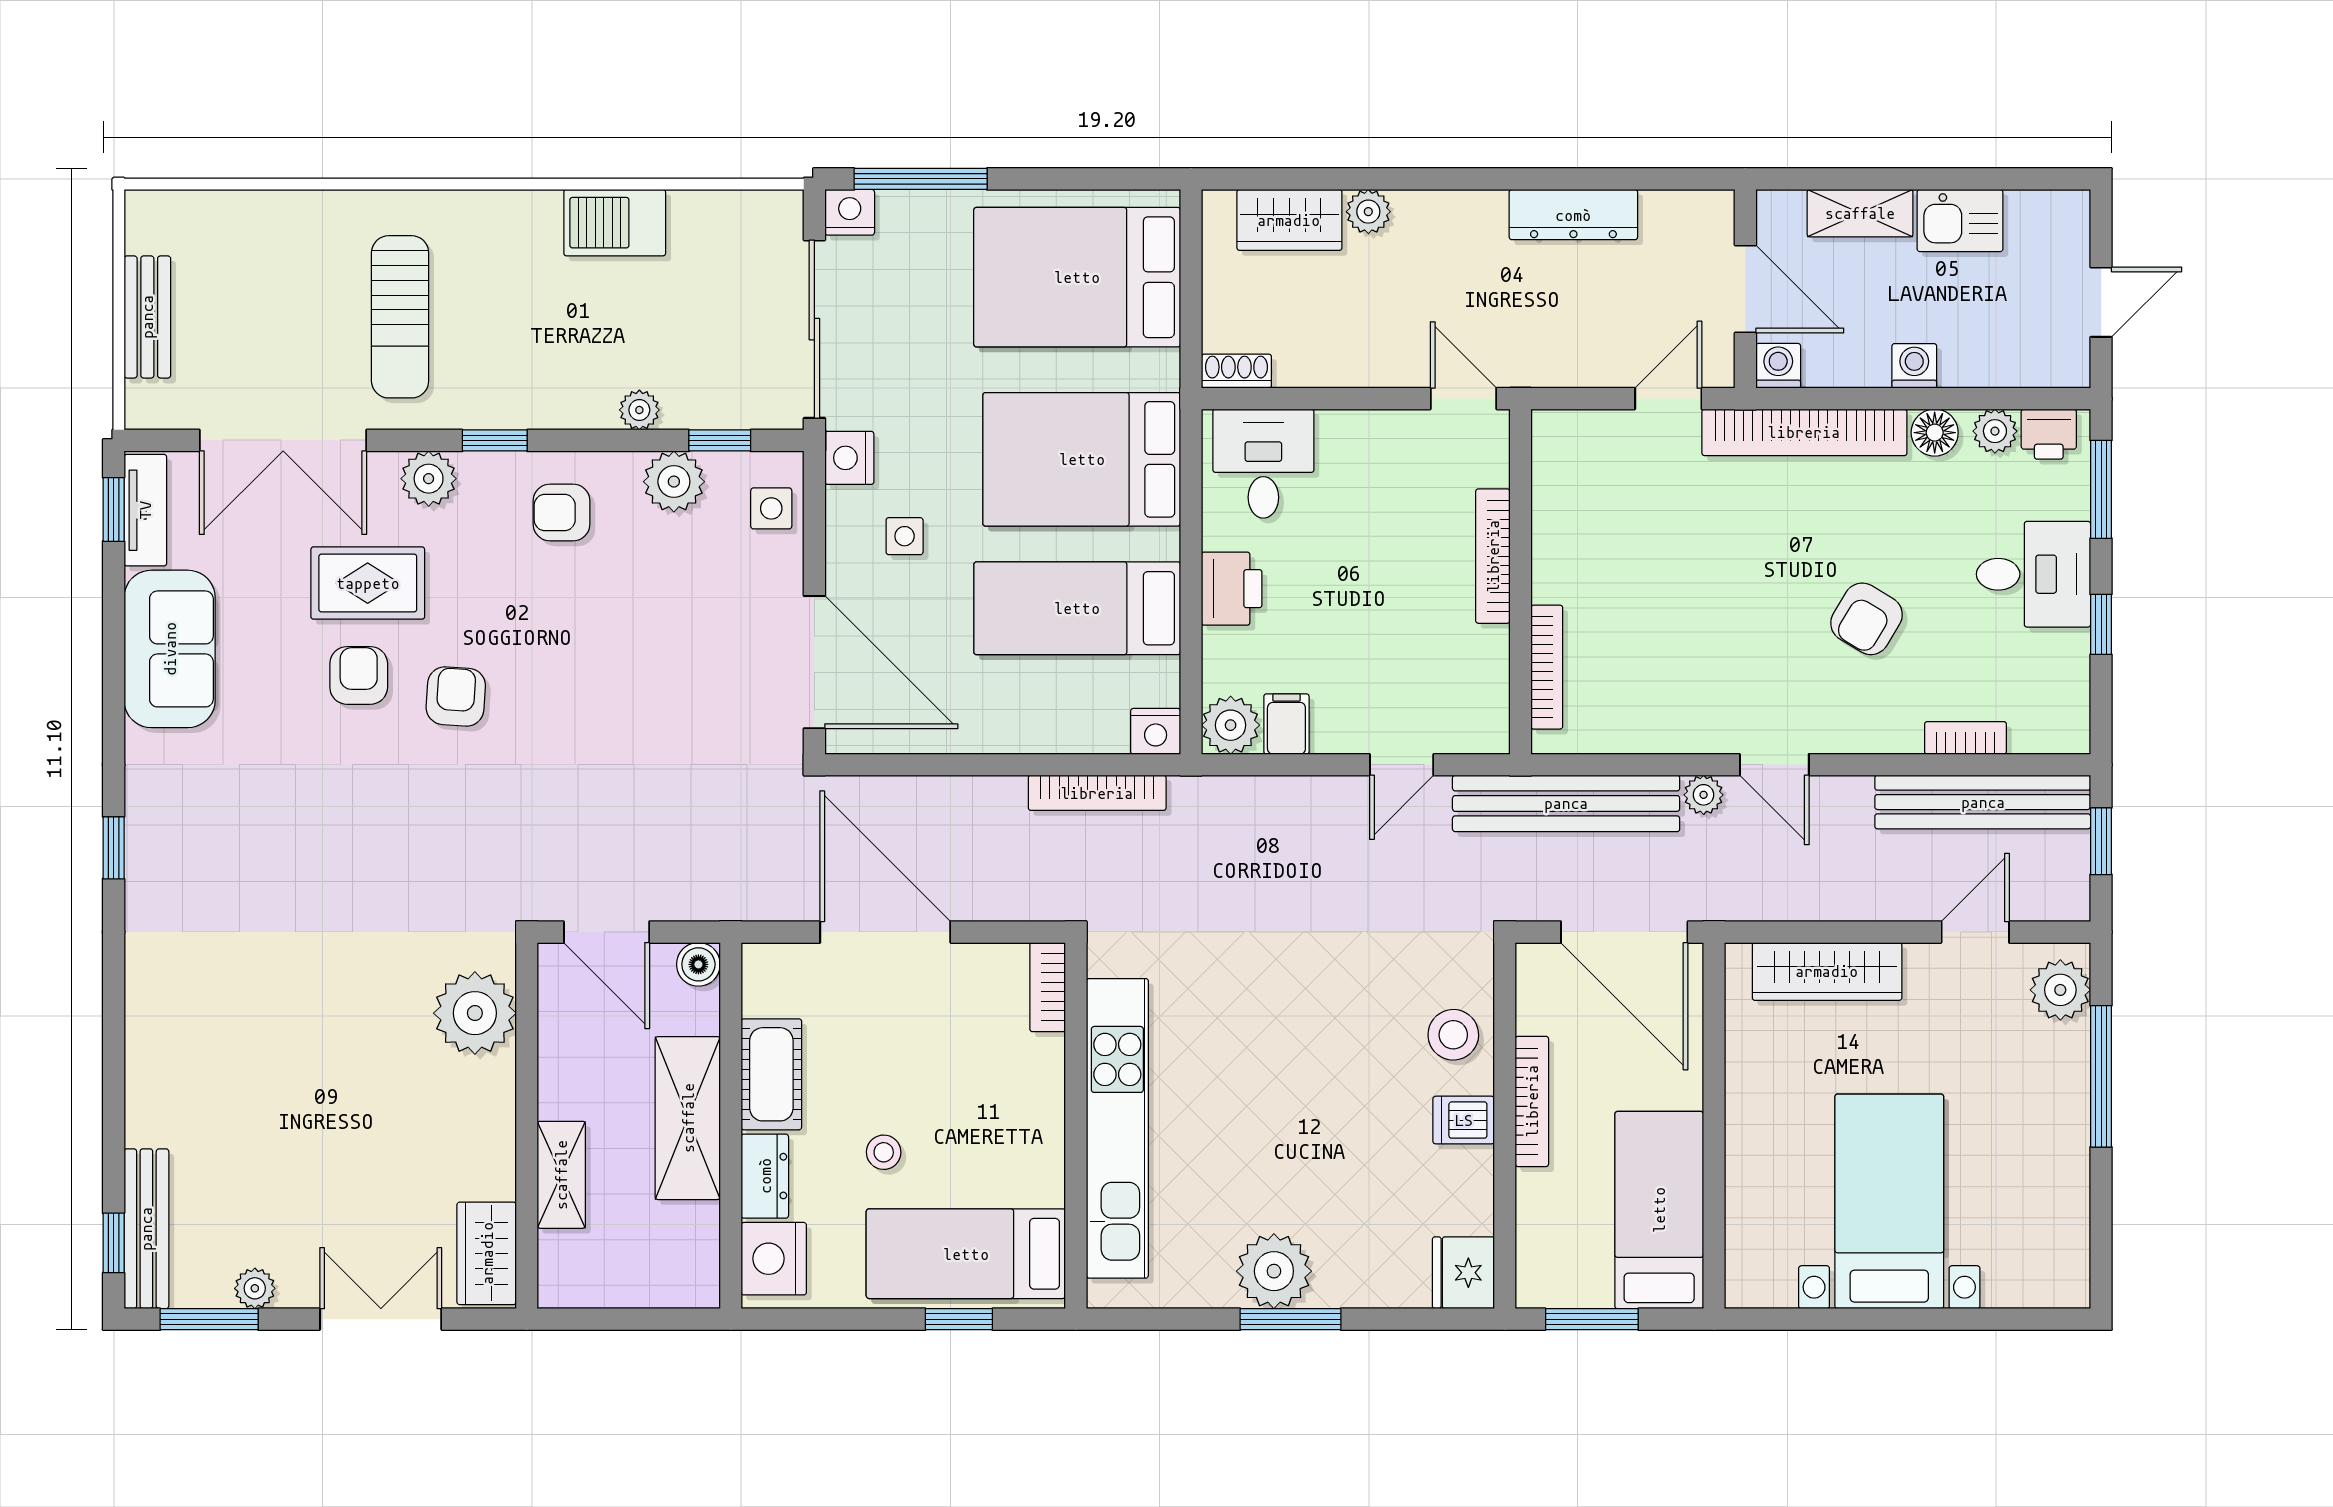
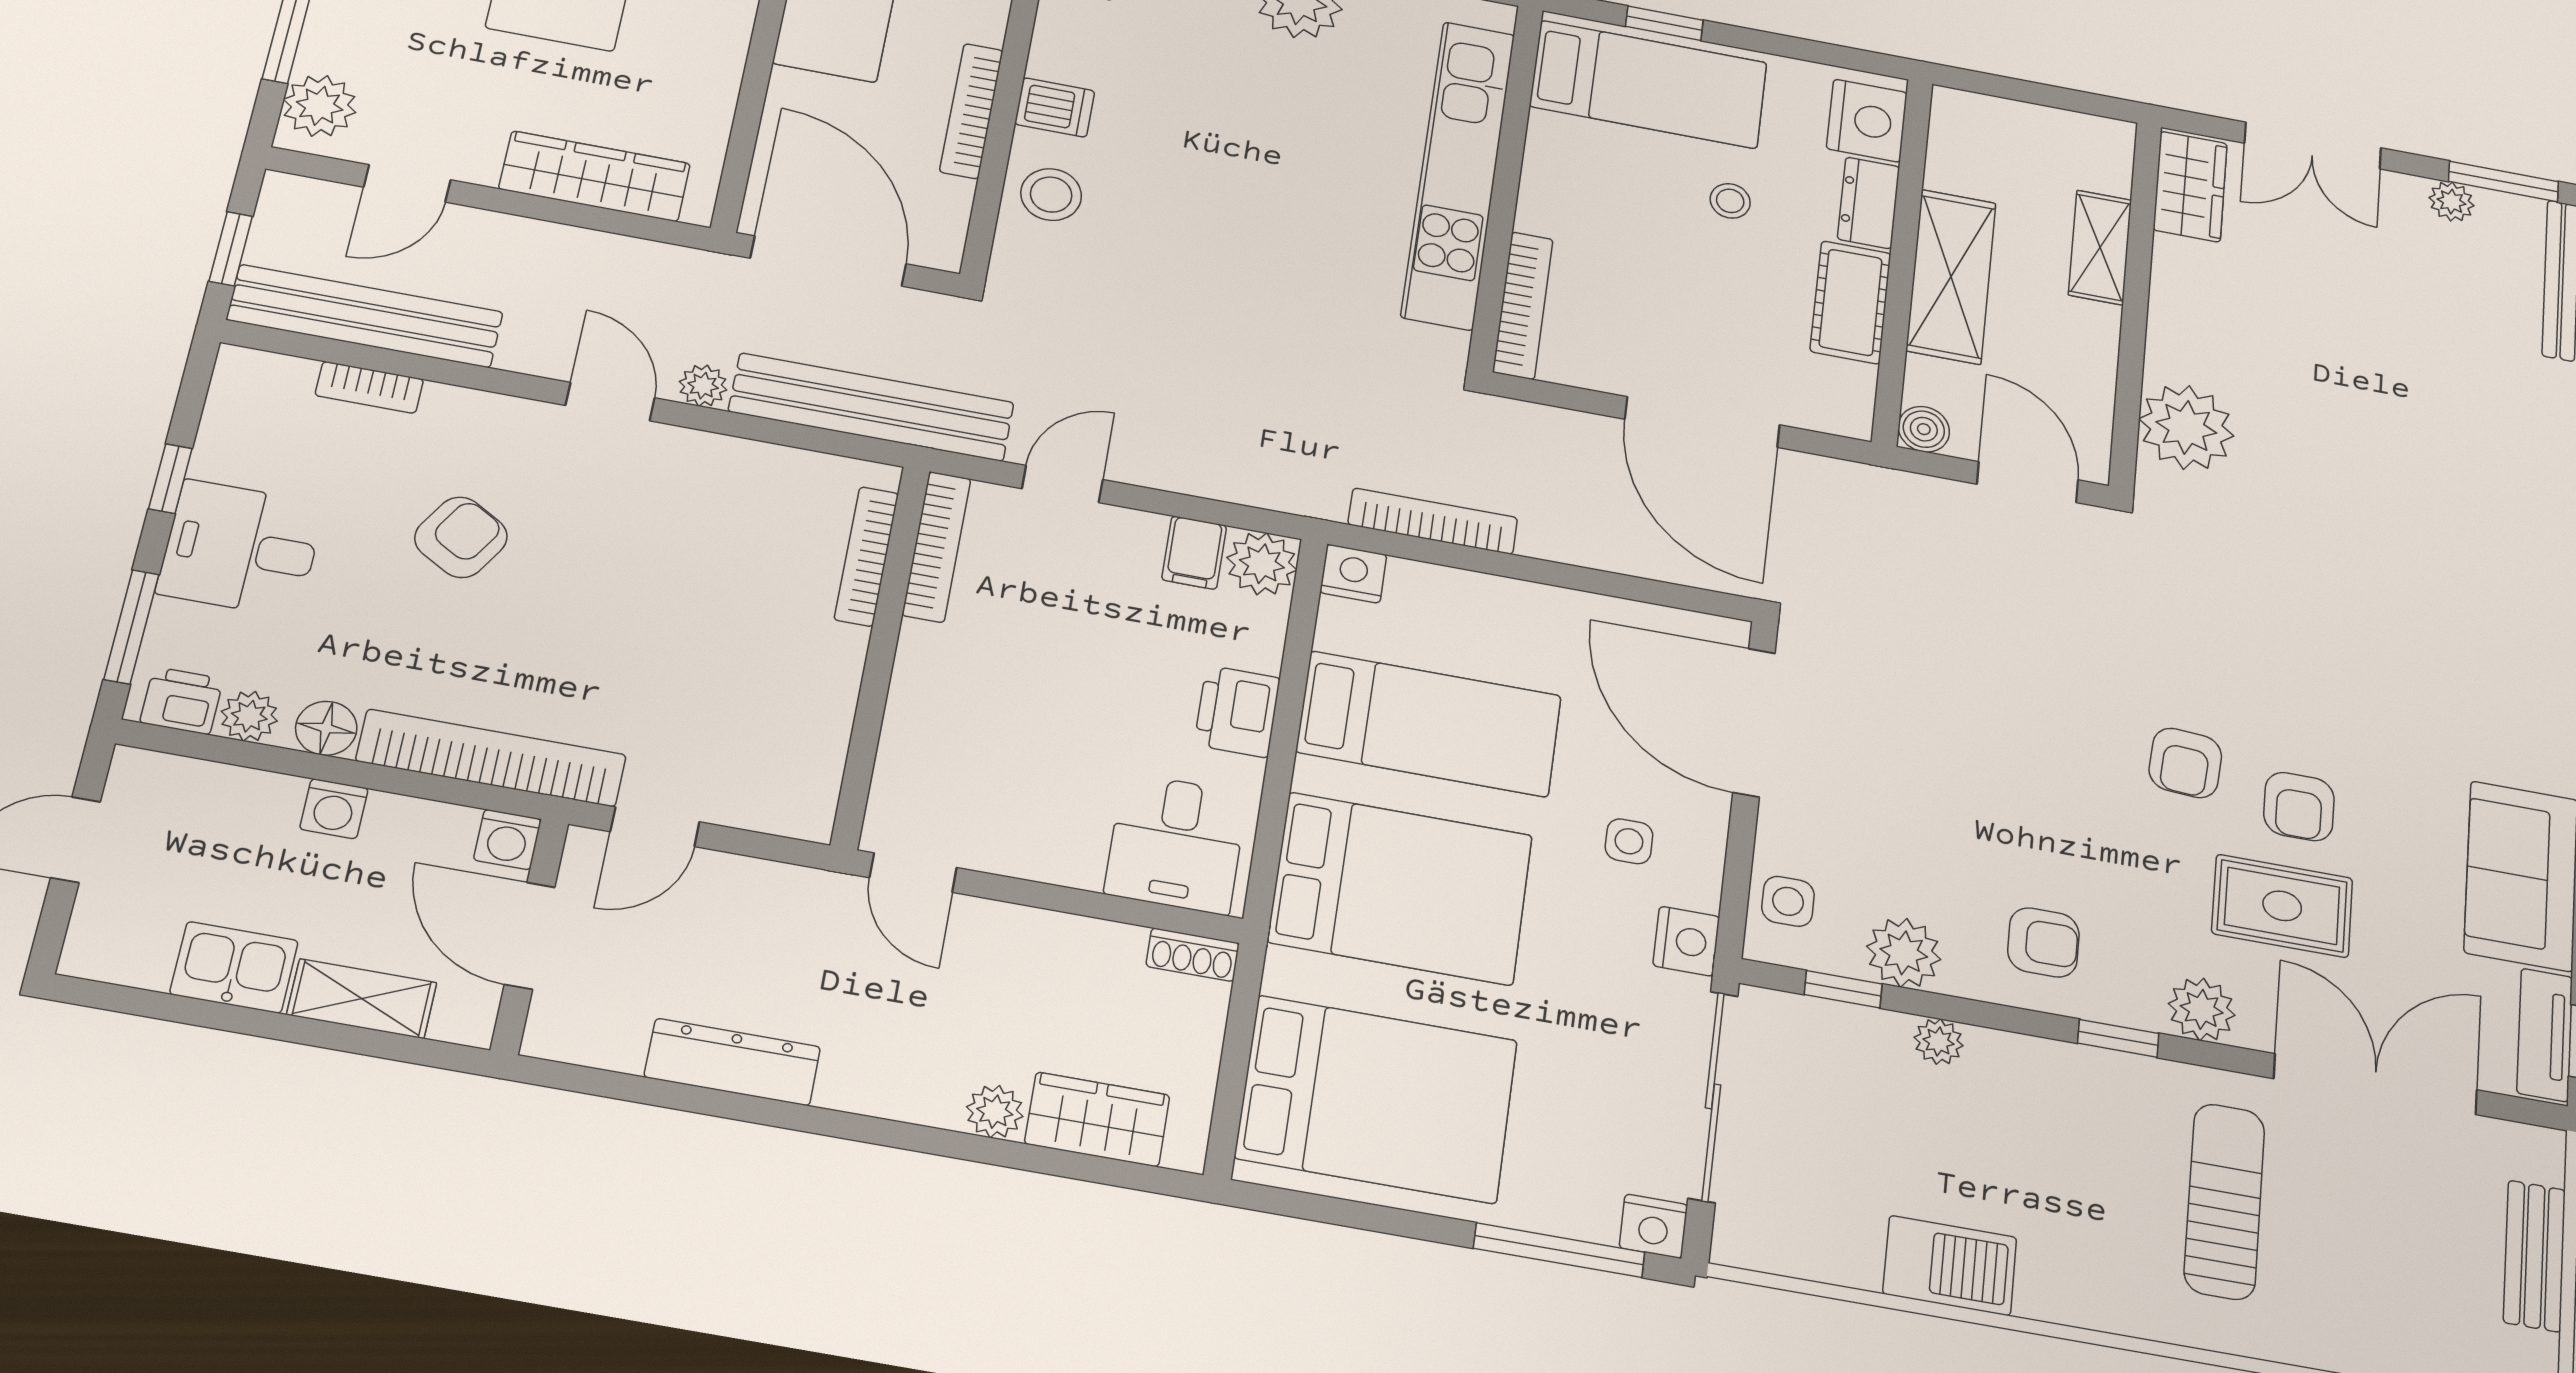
bookcase: (1493, 556) -> (936, 547), moved
bookcase: (1048, 987) -> (1523, 305), width x1.56

